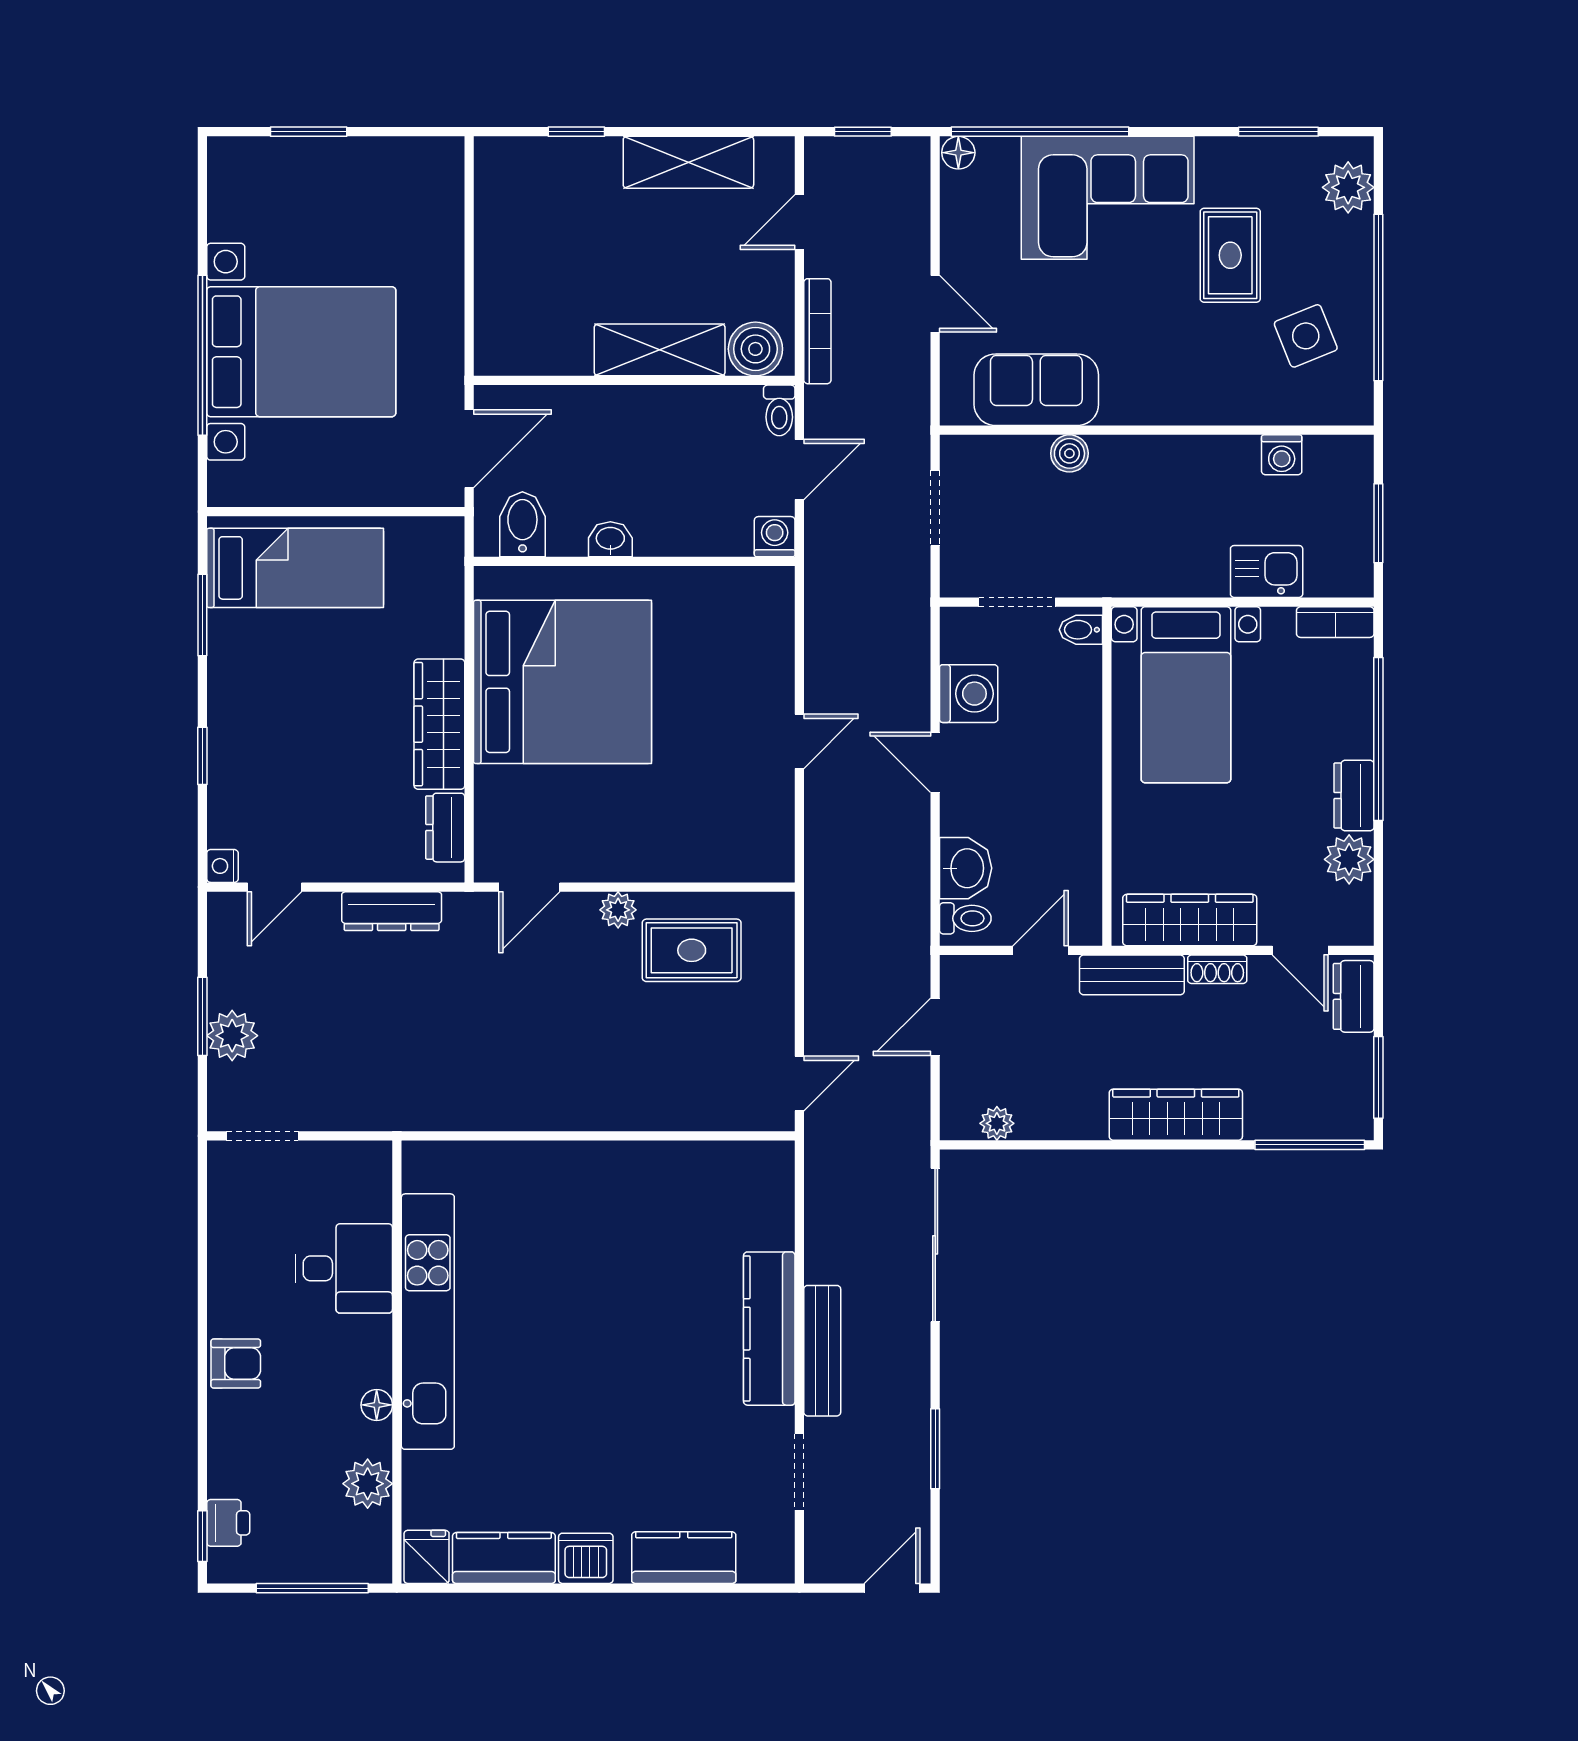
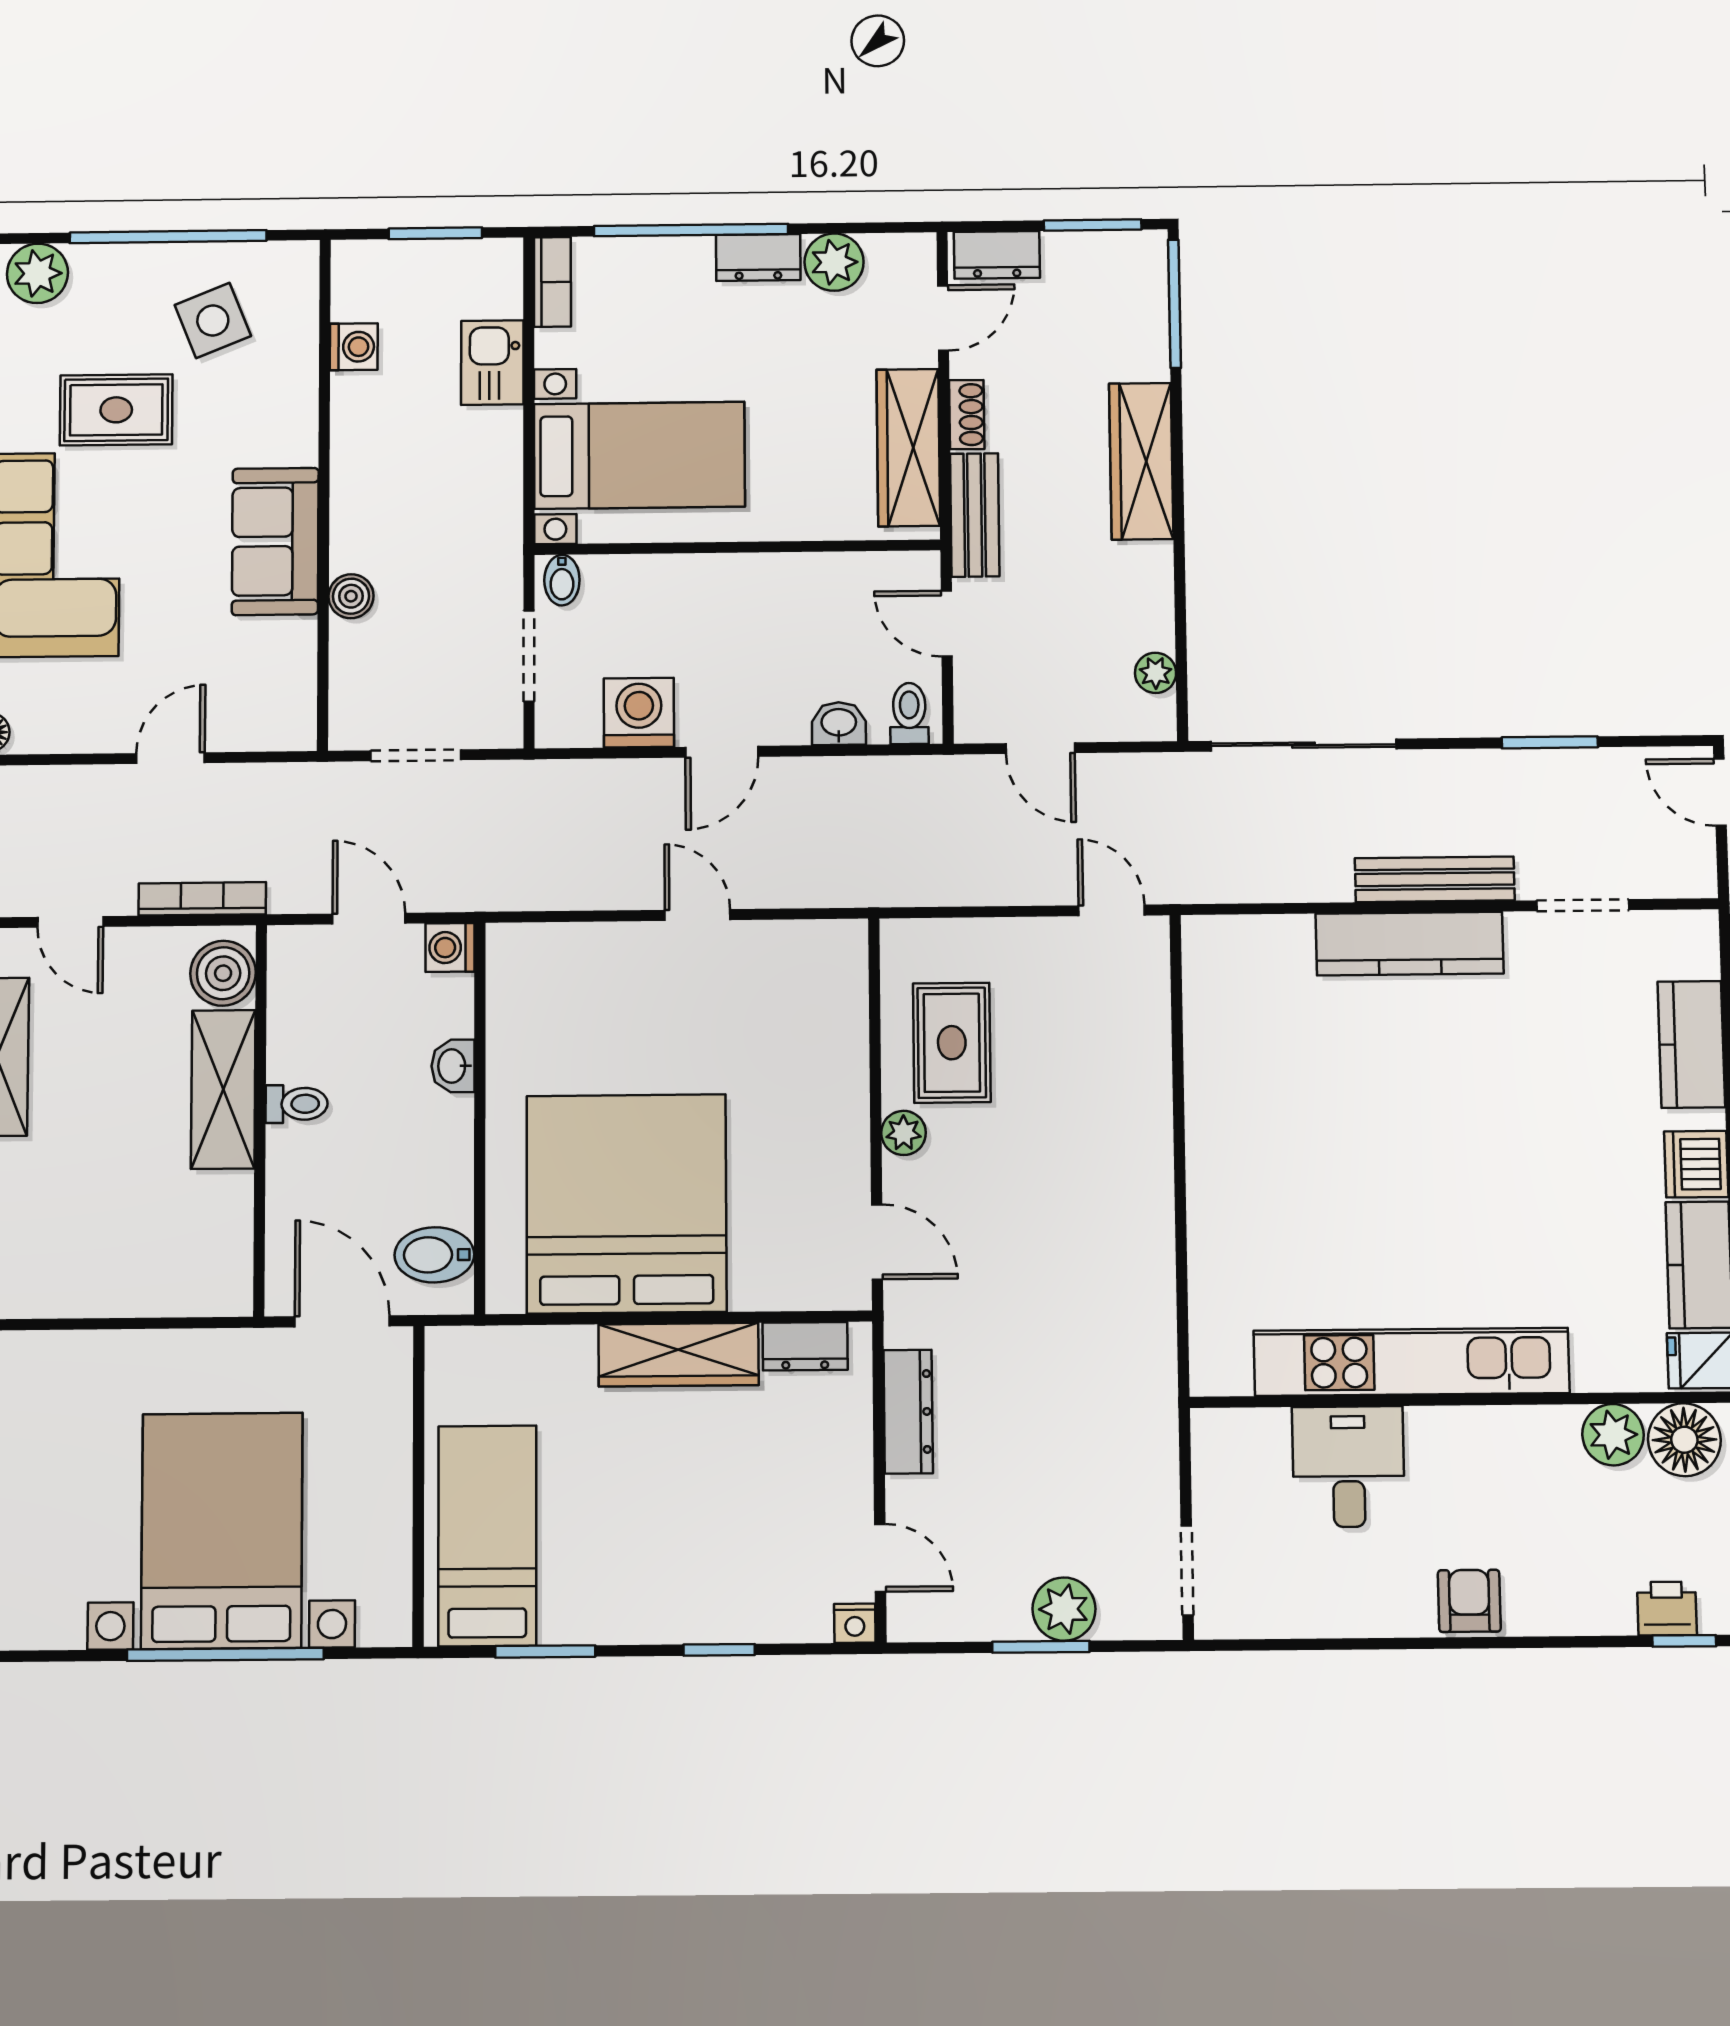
sofa: (1036, 390) -> (275, 541), moved
toilet: (779, 410) -> (297, 1104), moved
washbasin: (610, 539) -> (453, 1066), moved
washbasin: (966, 868) -> (839, 724), width x0.72, depth x0.69
floor lamp: (377, 1405) -> (1684, 1440), moved, width x1.89, depth x1.89

